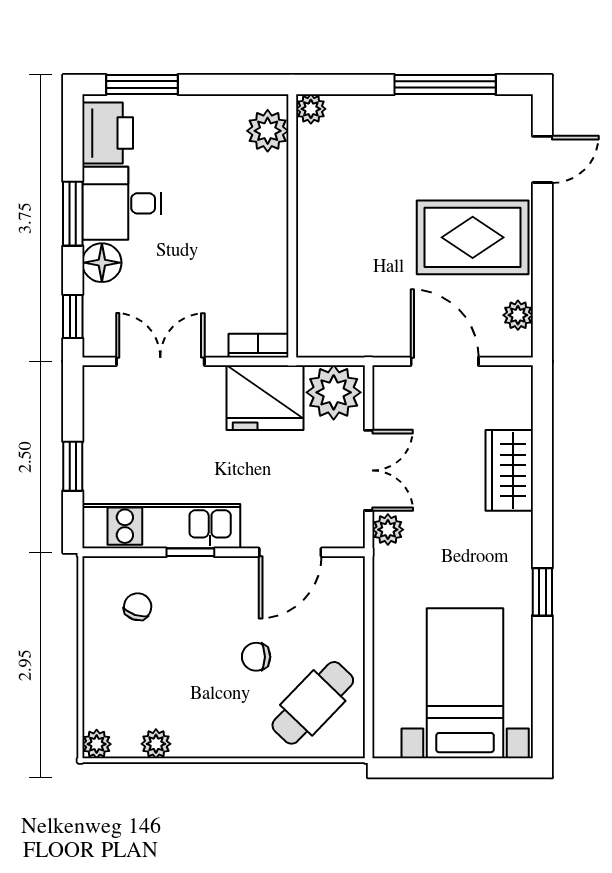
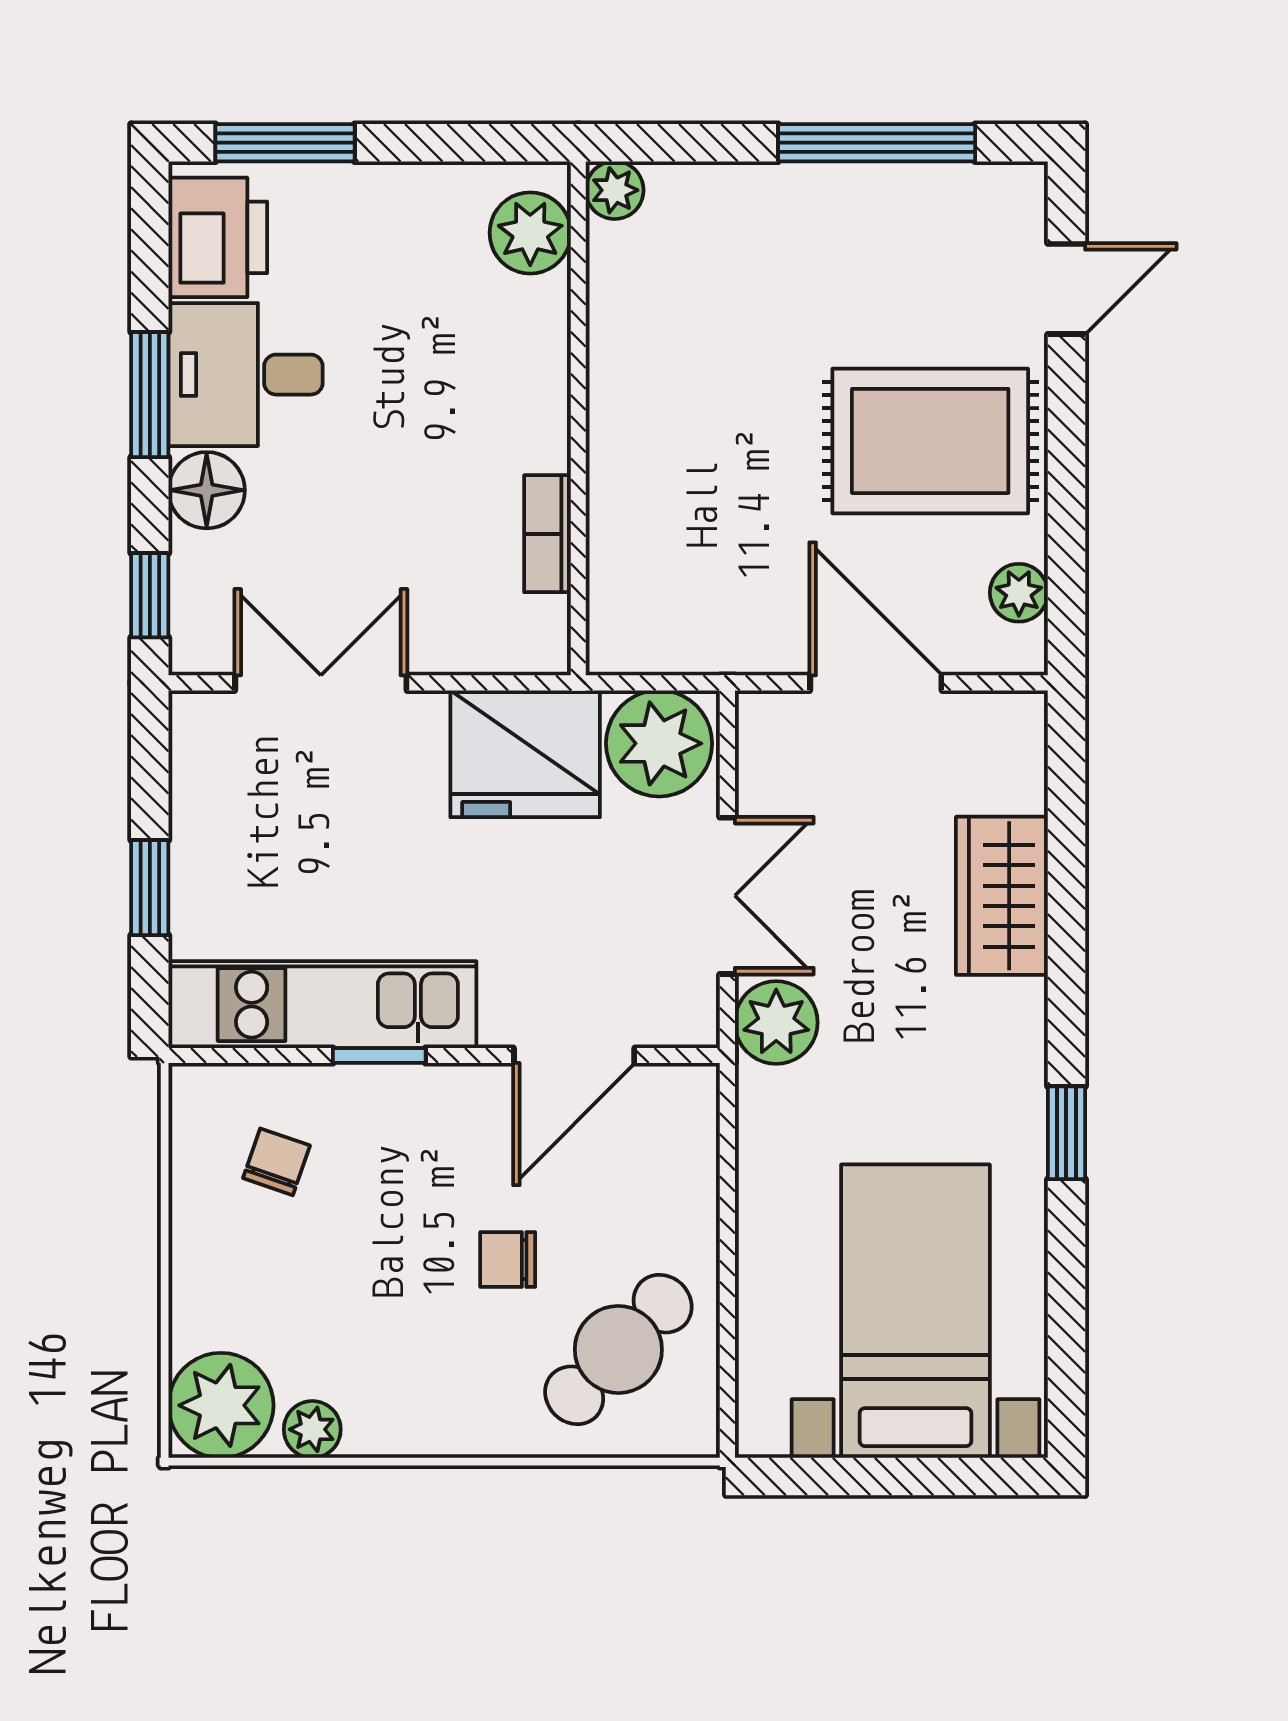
bookcase: (258, 346) -> (547, 534), moved, turned -90
plant: (388, 530) -> (776, 1022), width x1.38, depth x1.38
plant: (97, 744) -> (221, 1405), width x1.88, depth x1.88

